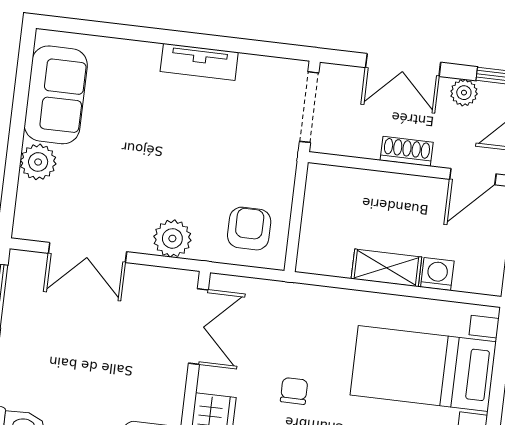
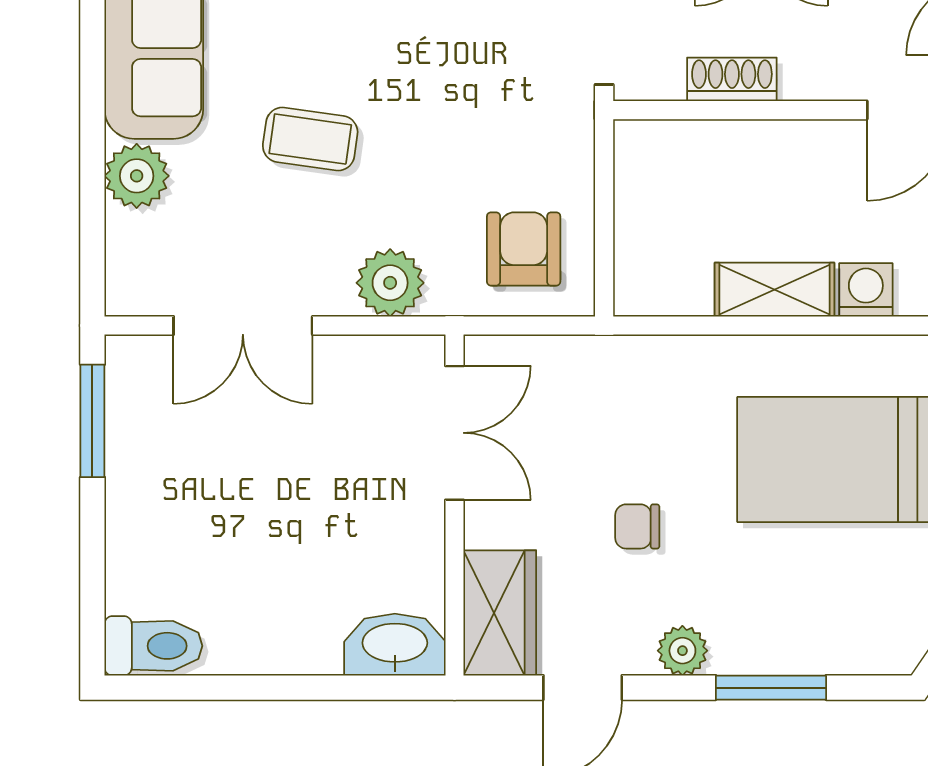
shoe rack: (407, 151) -> (732, 79), moved
coffee table: (137, 153) -> (310, 139), added
chair: (294, 391) -> (637, 526), turned -90

